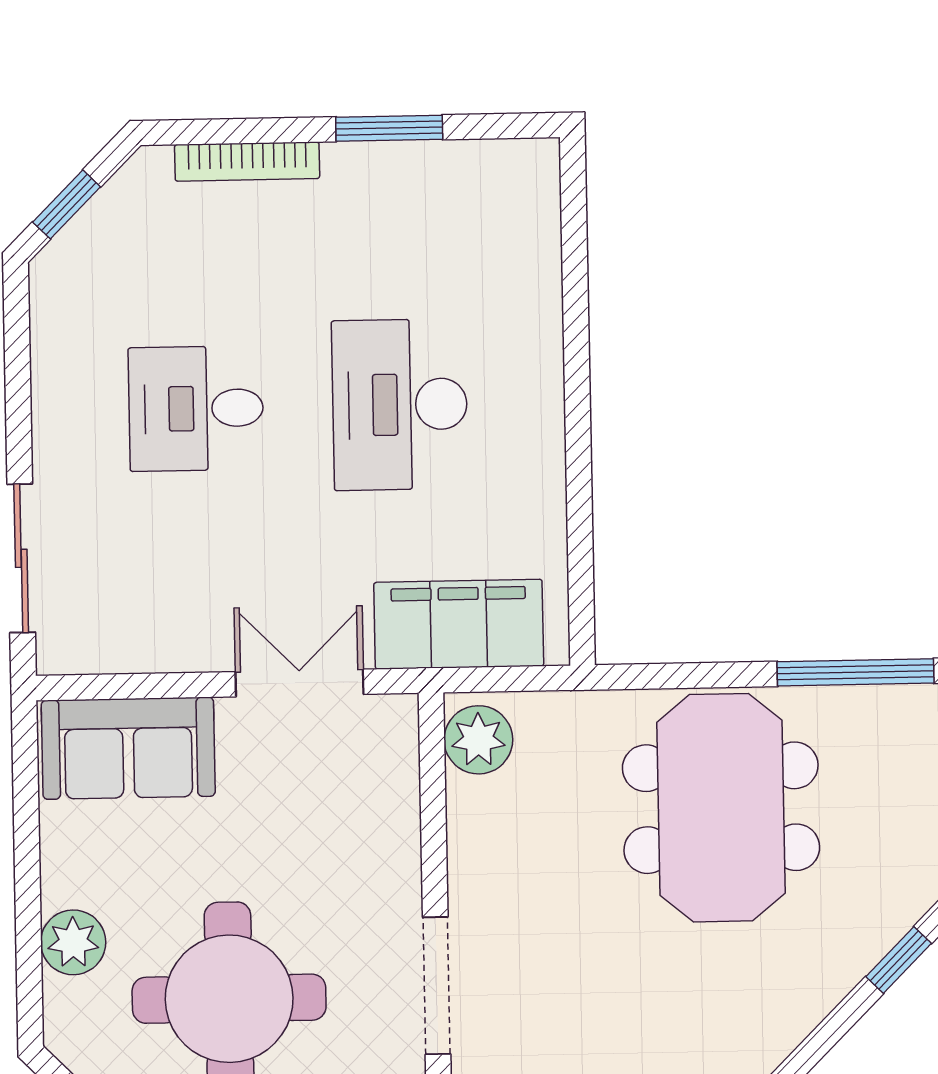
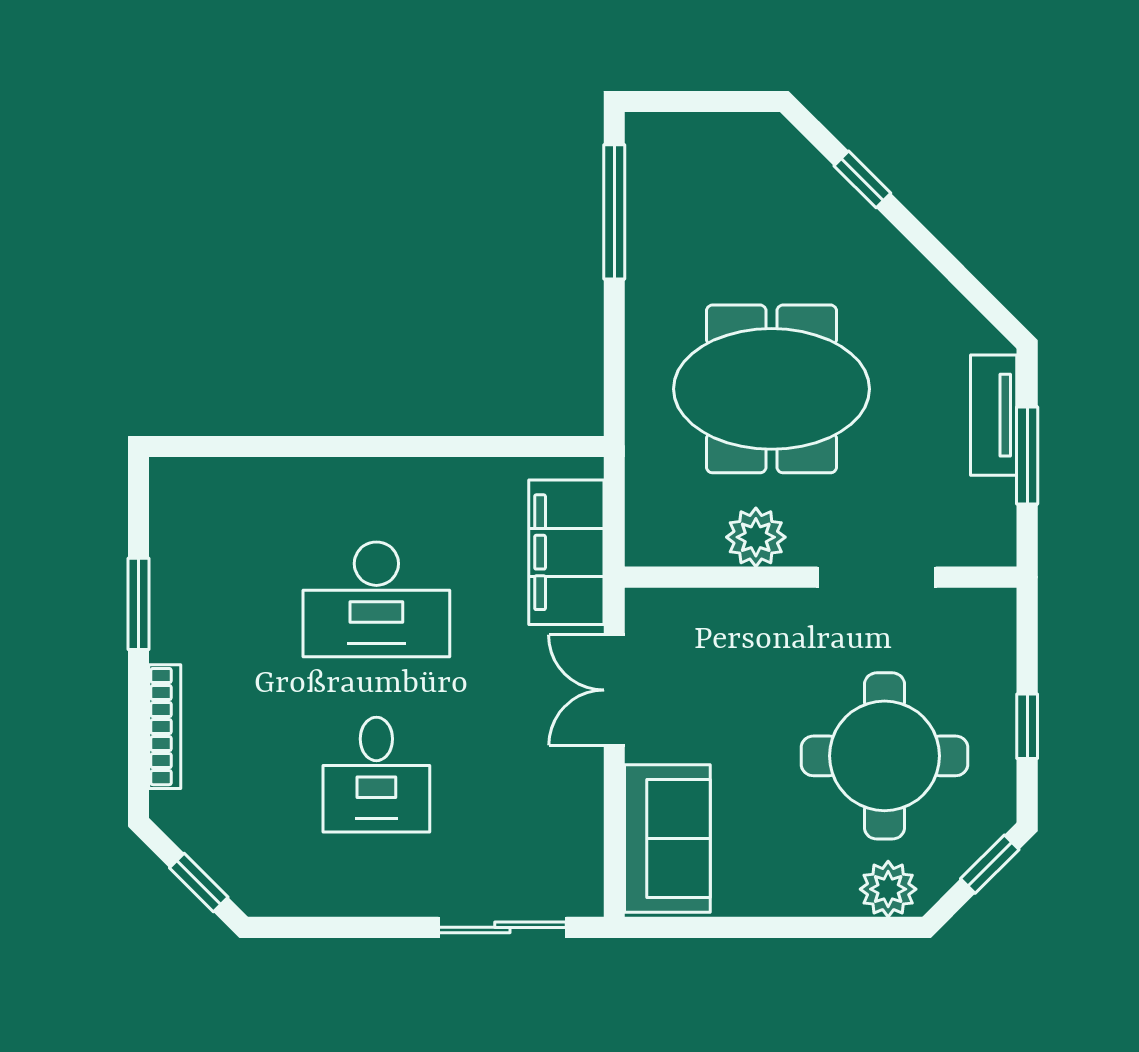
plant: (478, 740) -> (756, 537), moved
meeting table: (721, 808) -> (772, 389), moved
plant: (73, 942) -> (888, 889), moved

